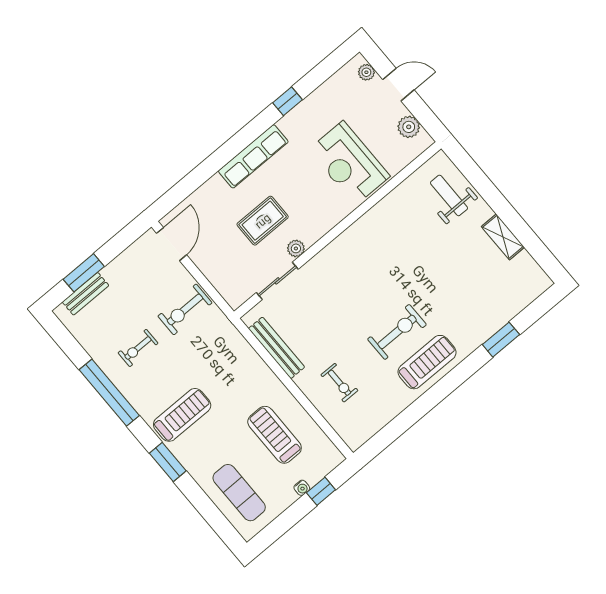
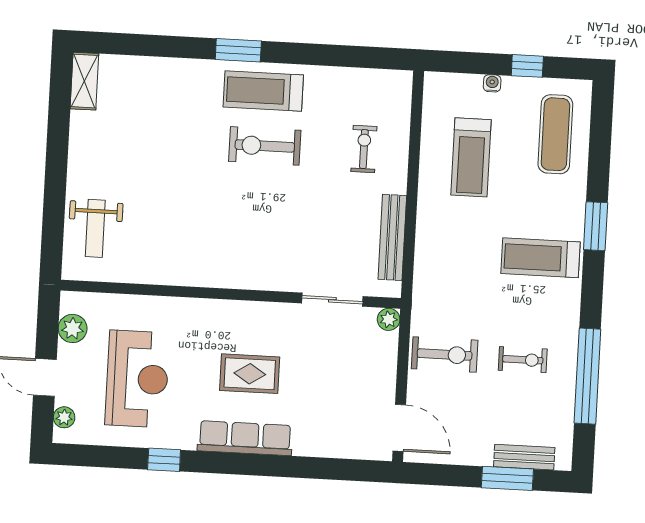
reception desk: (349, 163) -> (137, 379), moved
rug: (263, 221) -> (250, 374), moved
shelving: (503, 237) -> (84, 81), moved
door: (172, 244) -> (399, 428), swing flipped
plant: (296, 248) -> (389, 319), moved
window: (501, 340) -> (238, 50), moved
window: (109, 393) -> (587, 376), moved
window: (321, 491) -> (527, 66), moved

